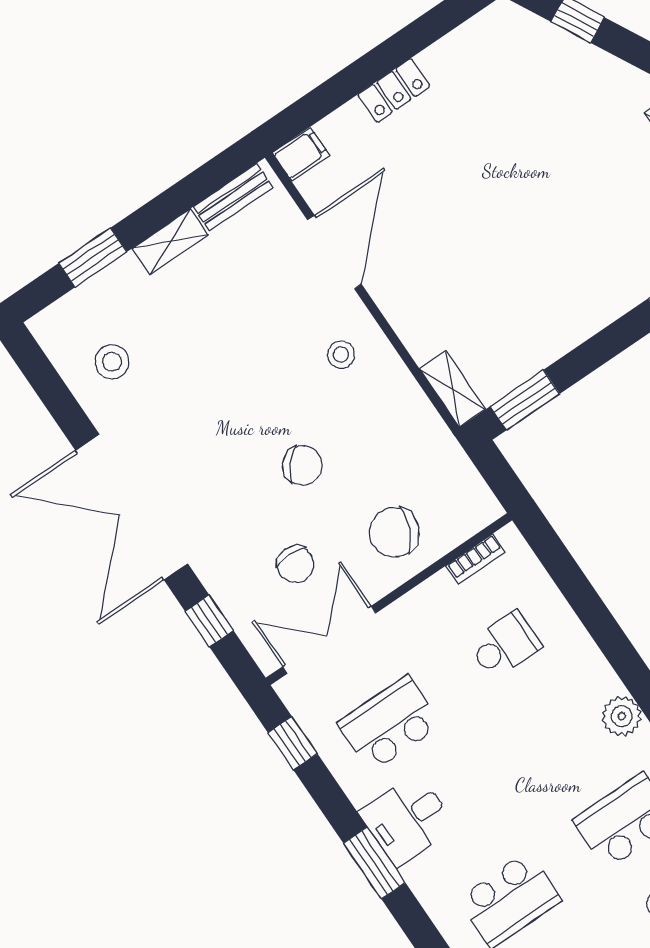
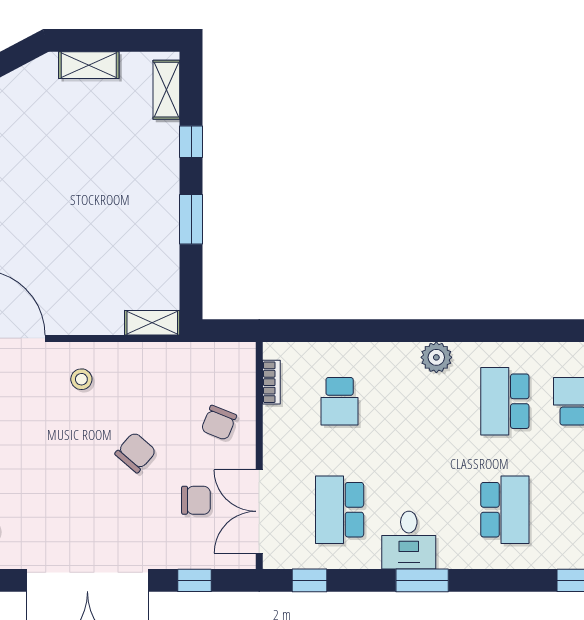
window: (525, 400) -> (191, 219), moved
chair: (394, 532) -> (219, 423), width x0.73, depth x0.73
school desk: (505, 645) -> (340, 401), turned 180

